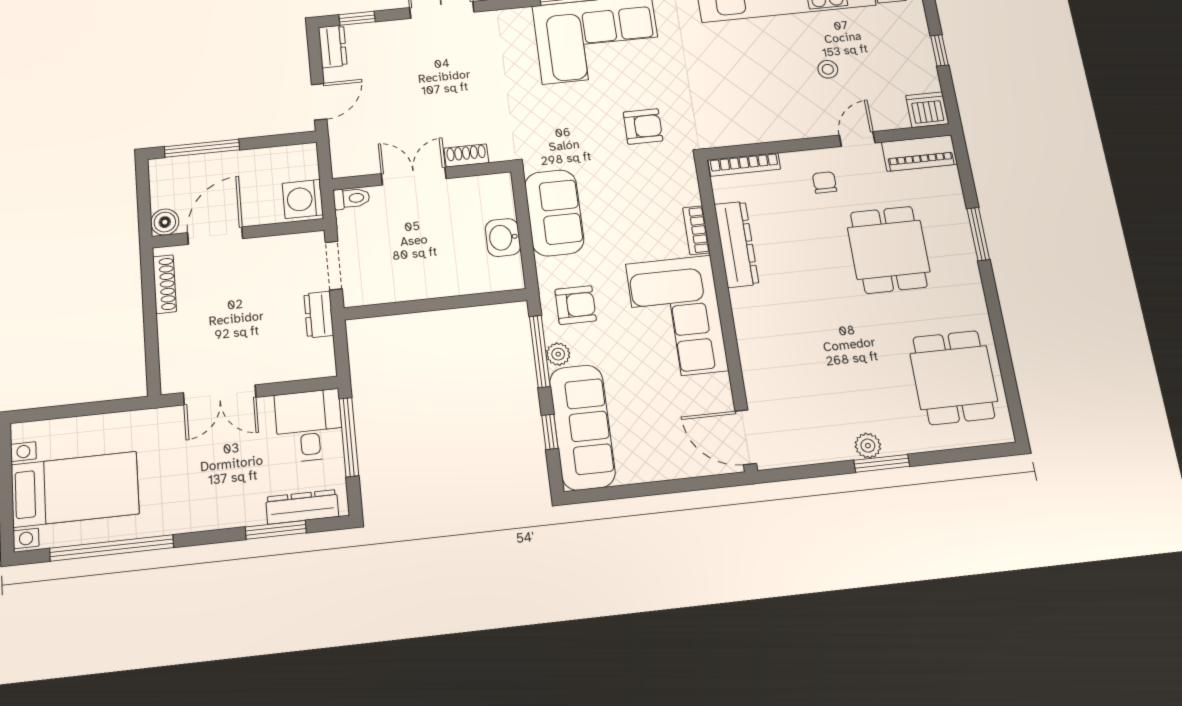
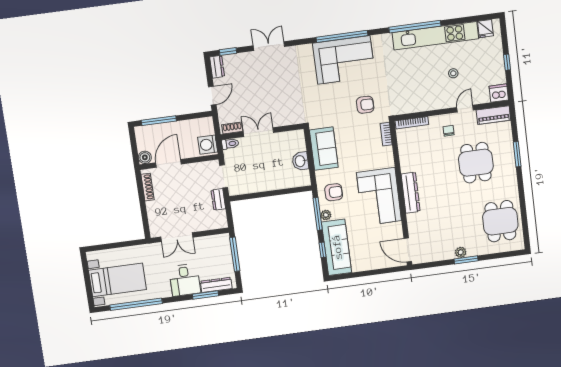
shoe rack: (466, 155) -> (232, 128), moved
bookcase: (696, 230) -> (386, 134), moved
dresser: (736, 244) -> (411, 193), moved
desk: (309, 426) -> (185, 280), moved, turned 180

